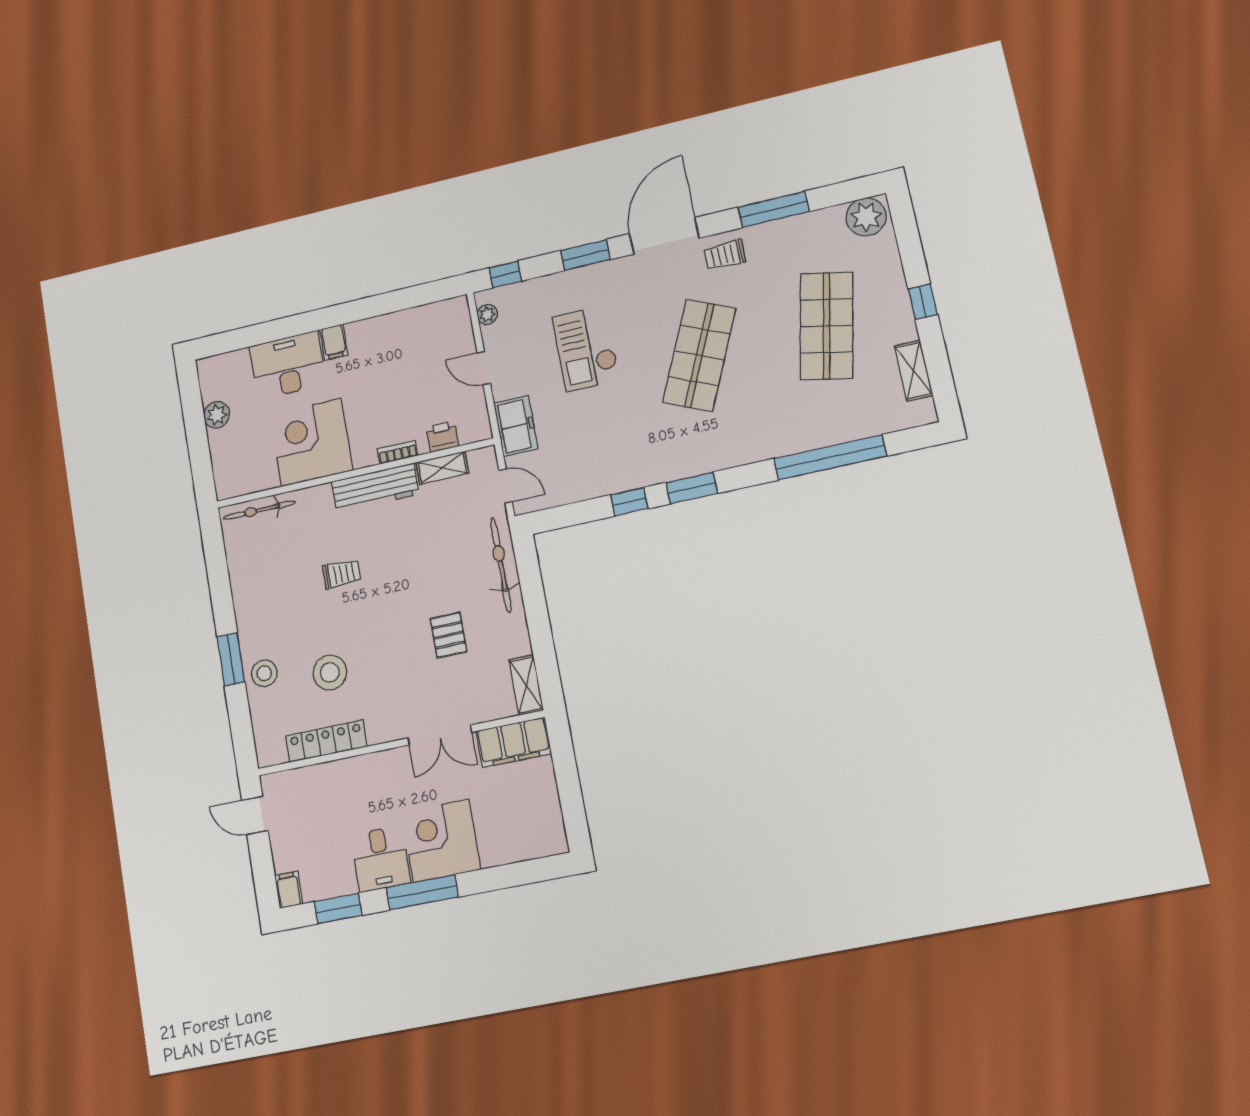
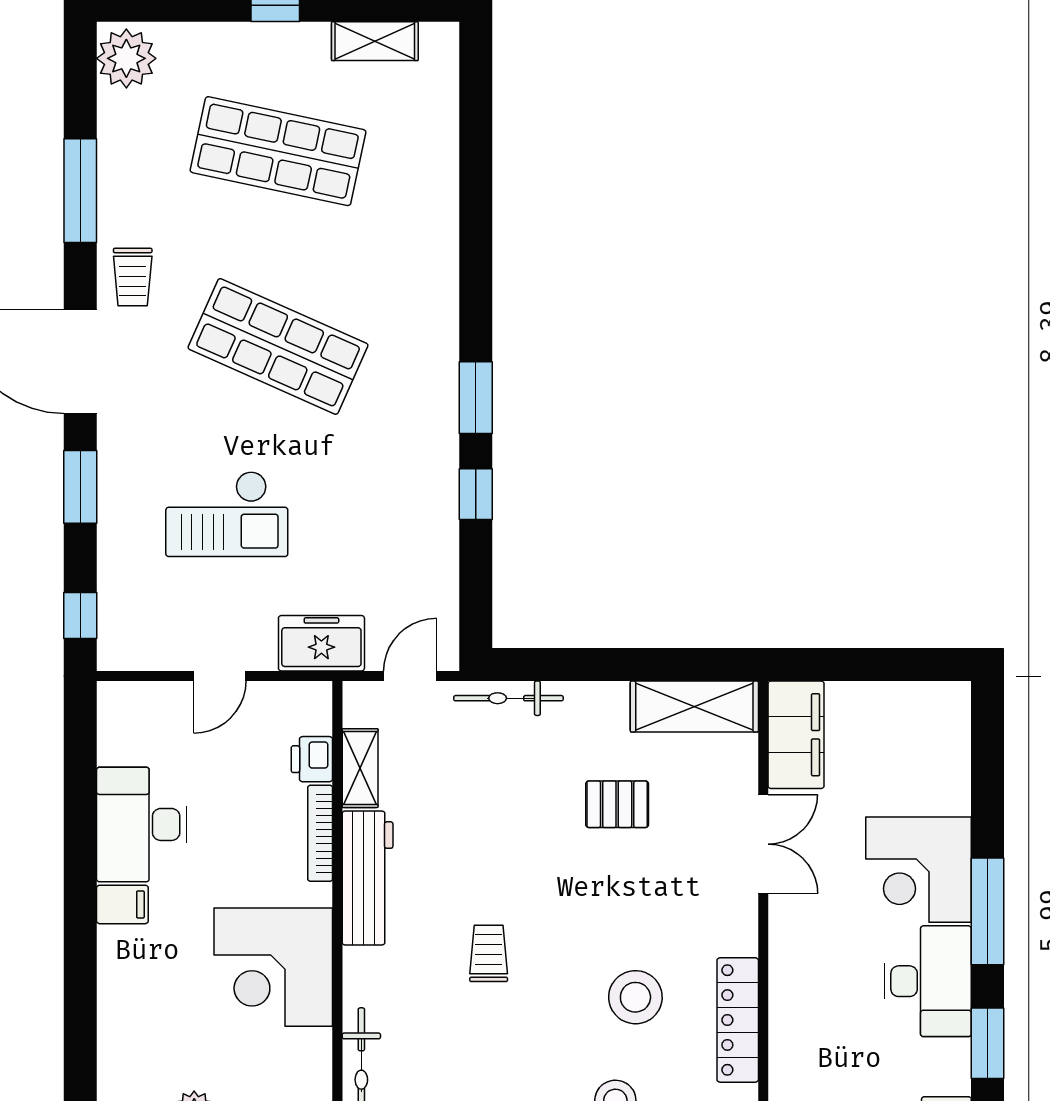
plant: (487, 314) -> (137, 655), removed
desk: (288, 365) -> (142, 824), moved
bookcase: (398, 452) -> (320, 833), width x1.56
window: (830, 457) -> (476, 188), removed
bicycle: (501, 565) -> (508, 698), width x0.73, depth x0.71
shelving: (526, 685) -> (694, 707), width x1.50, depth x1.33
desk: (381, 859) -> (928, 981), width x1.37

